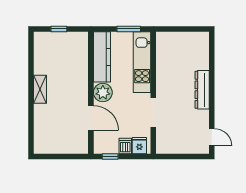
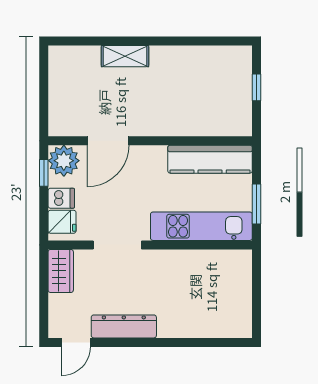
shelving: (40, 89) -> (125, 56), moved
dresser: (202, 90) -> (124, 326), moved
plant: (103, 92) -> (64, 161), moved
wardrobe: (169, 146) -> (61, 271), added

